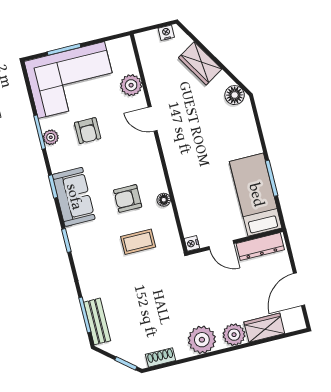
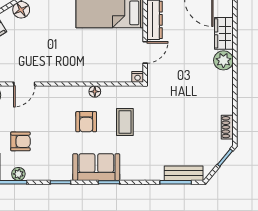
sofa: (74, 197) -> (96, 167), moved
plant: (202, 340) -> (221, 89), removed

